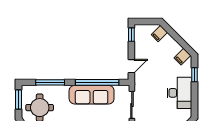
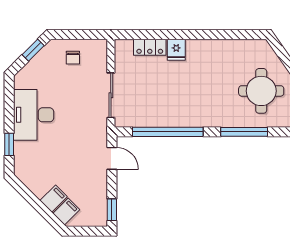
filing cabinet: (182, 57) -> (54, 199), moved
door: (131, 66) -> (112, 158), swing flipped
sofa: (92, 95) -> (177, 112), removed

